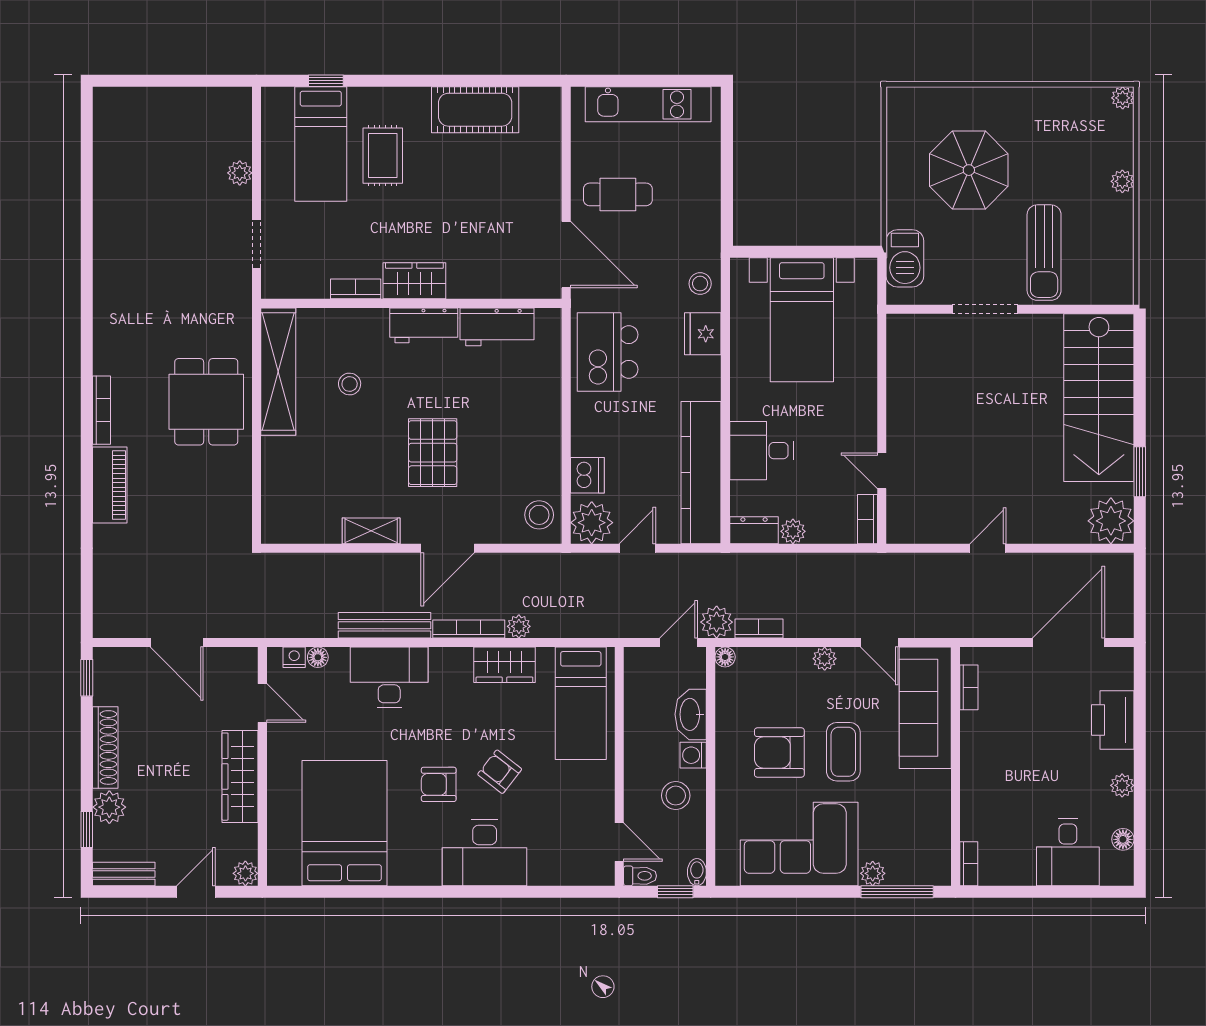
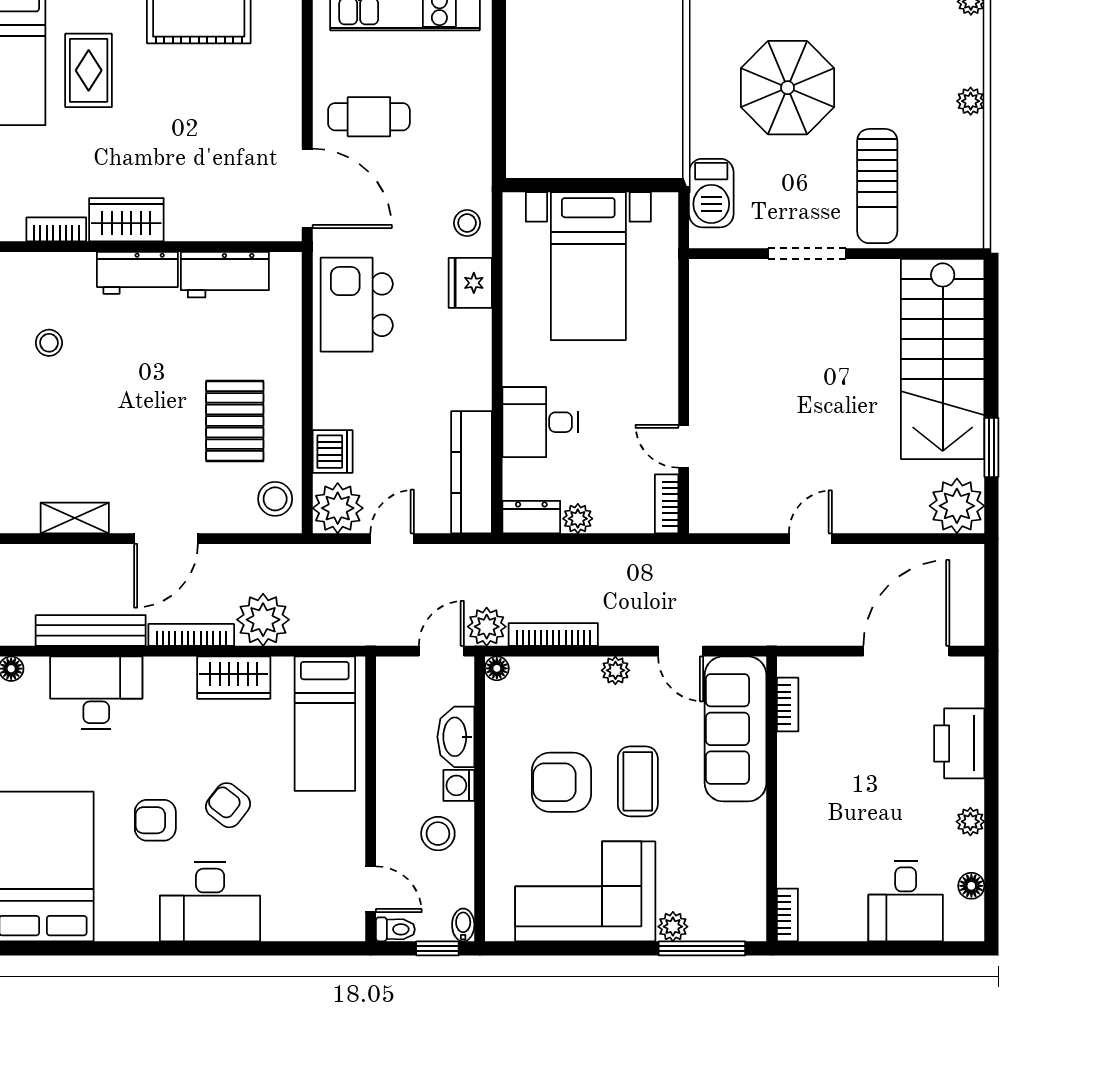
pallet: (433, 453) -> (235, 421), moved
kitchen counter: (701, 473) -> (472, 472), width x0.72, depth x0.86
plant: (519, 626) -> (263, 620), width x1.88, depth x1.88
bookcase: (759, 629) -> (553, 634), width x1.56

